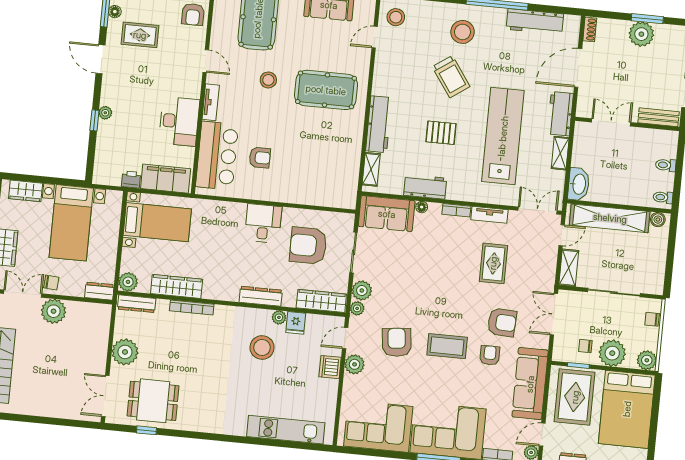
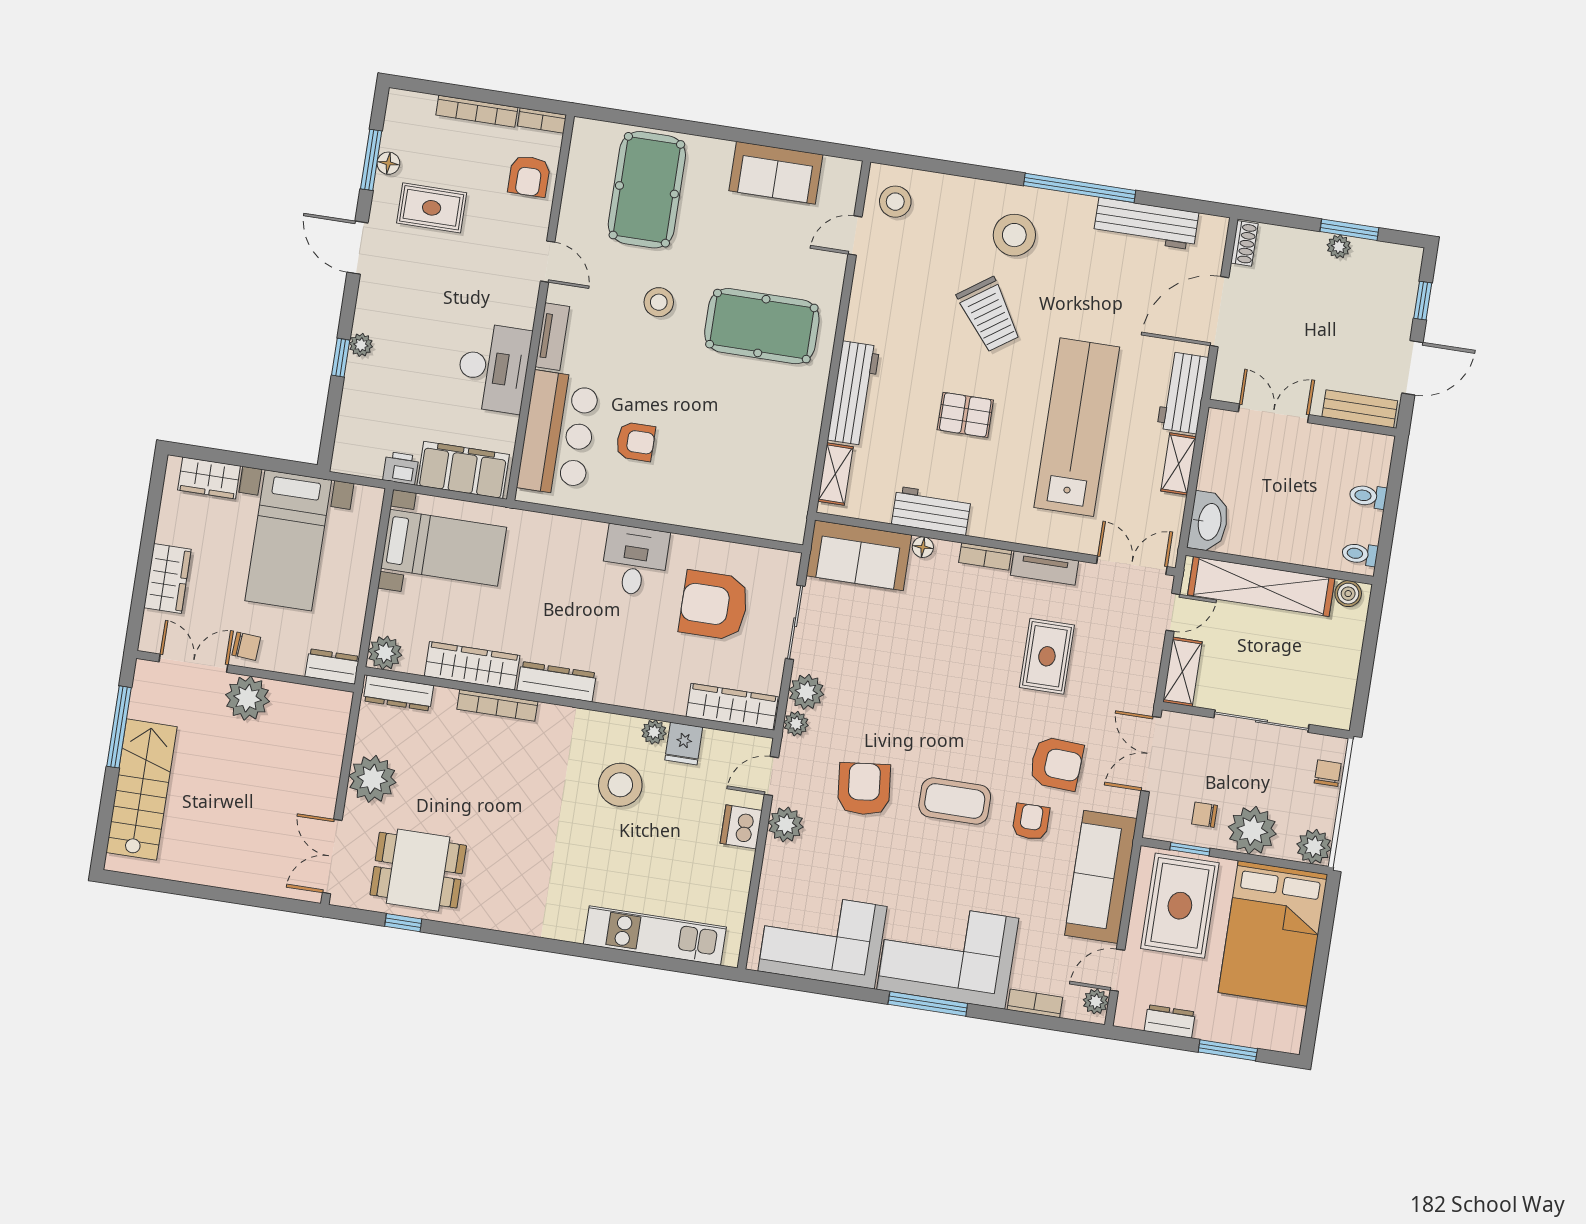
plant: (641, 34) -> (1339, 247), width x0.53, depth x0.53
dresser: (261, 296) -> (557, 682), moved
chair: (652, 319) -> (1328, 773), turned 90

